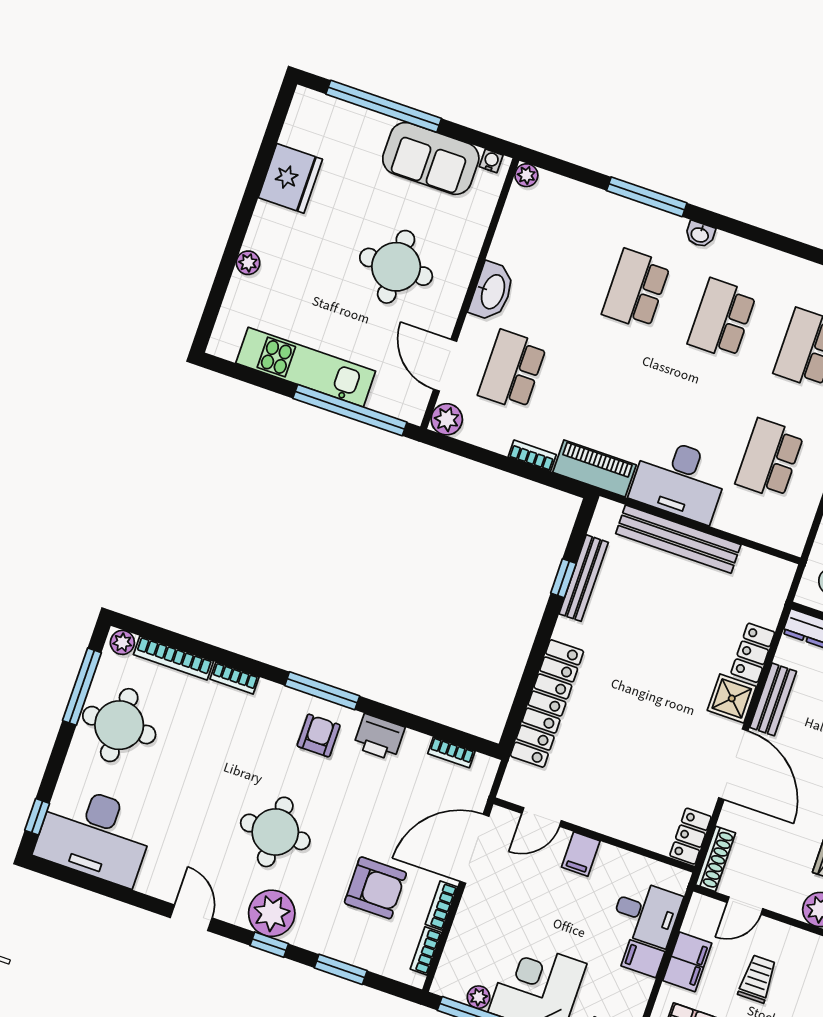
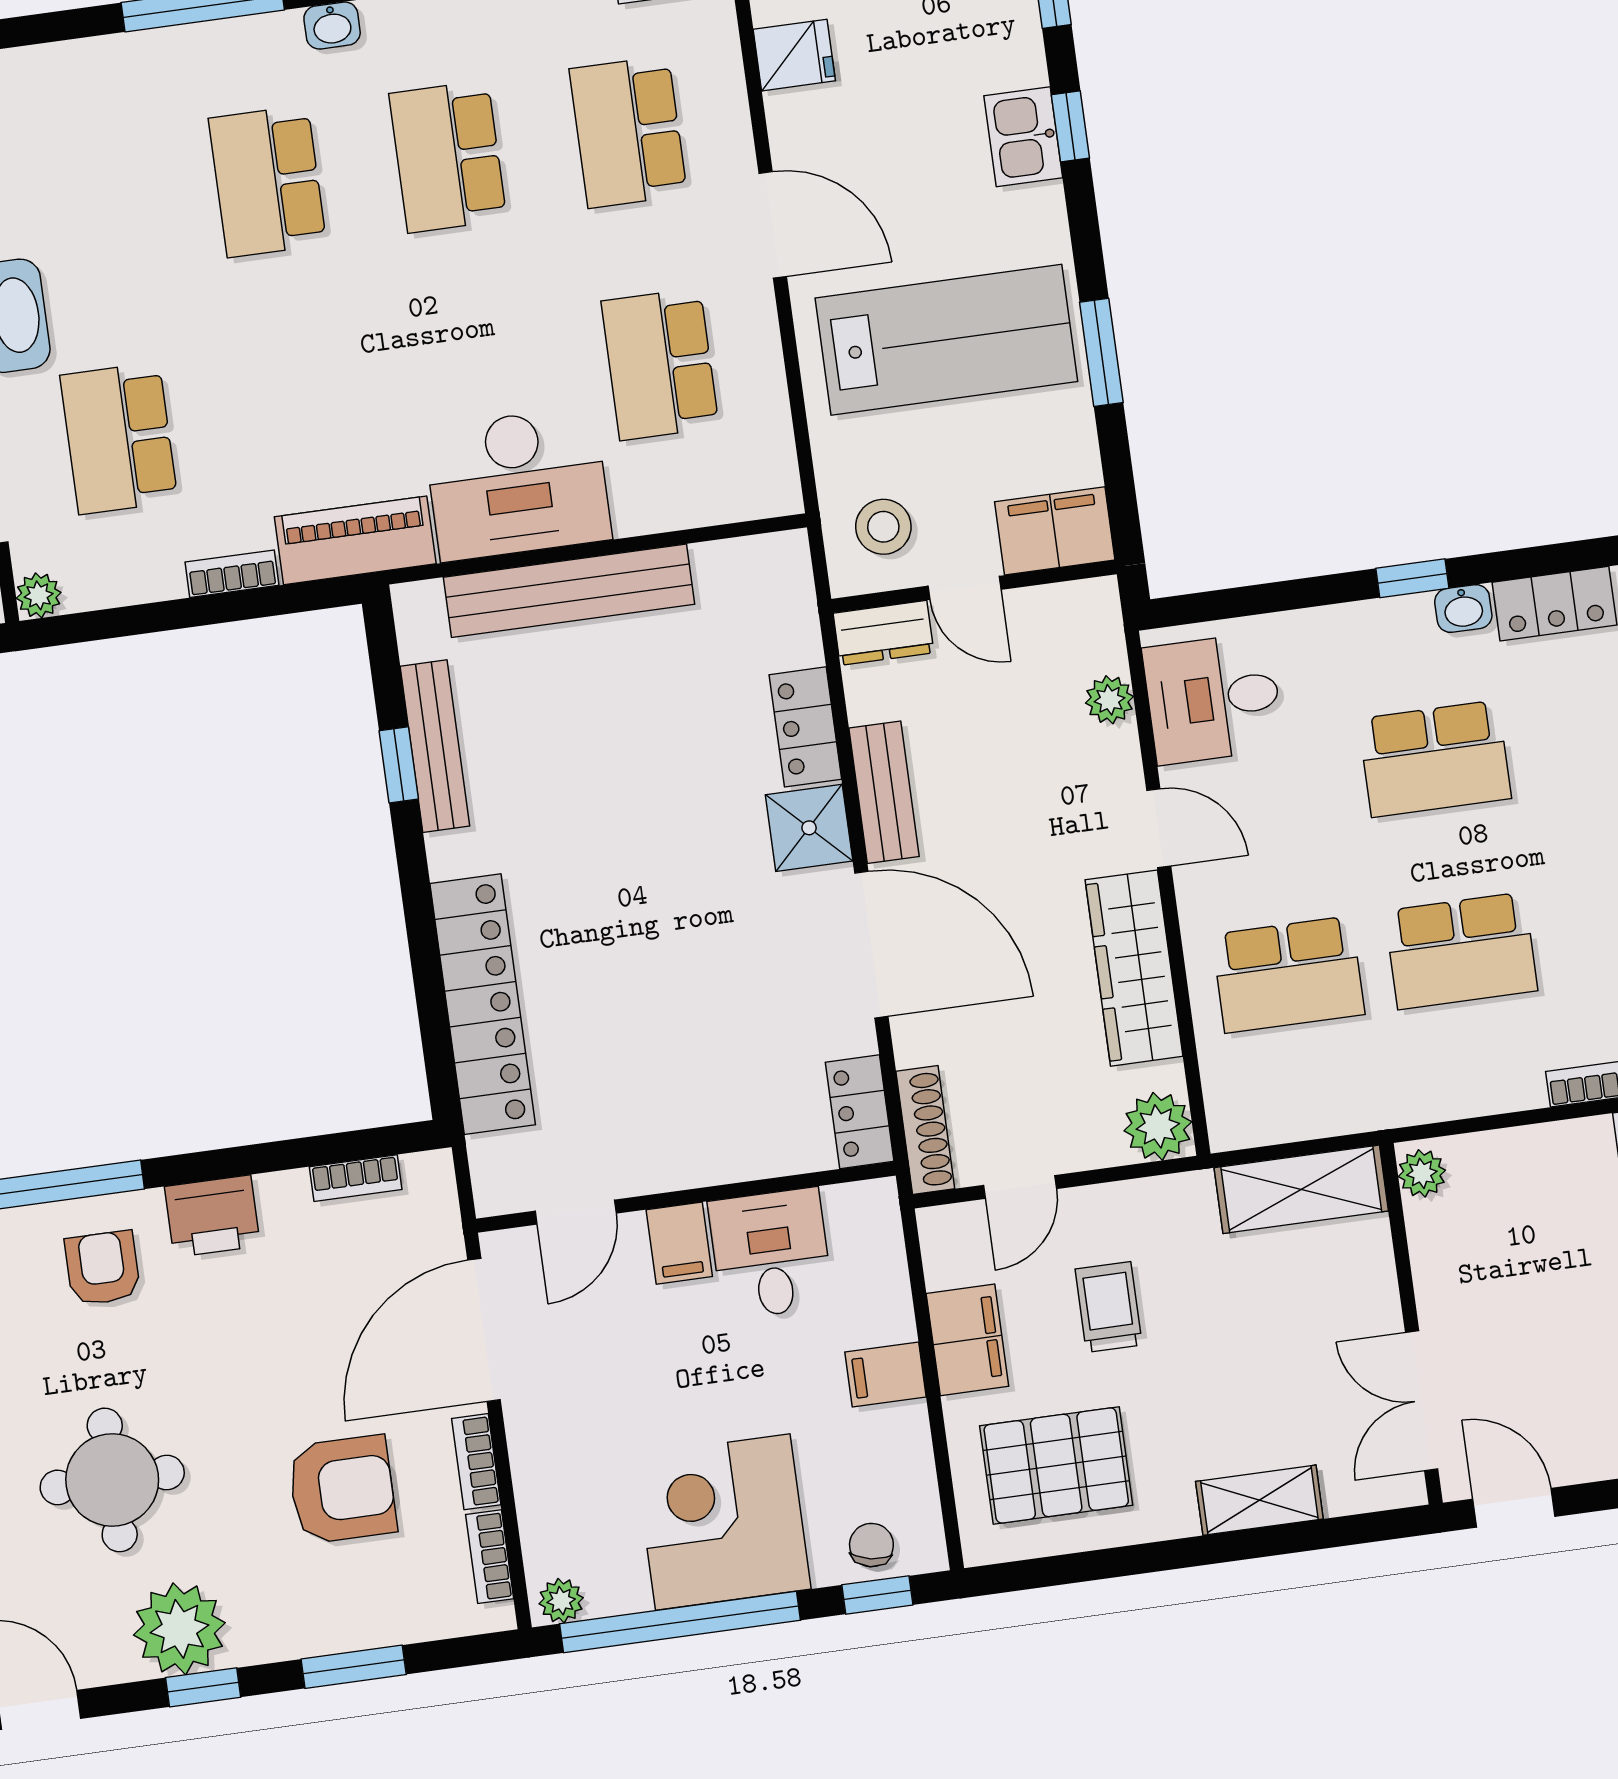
plant: (447, 419) -> (39, 595), width x0.73, depth x0.73
desk: (646, 913) -> (771, 1254), moved, turned -90
plant: (479, 997) -> (561, 1601), moved

